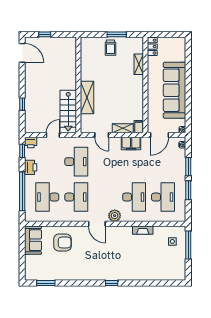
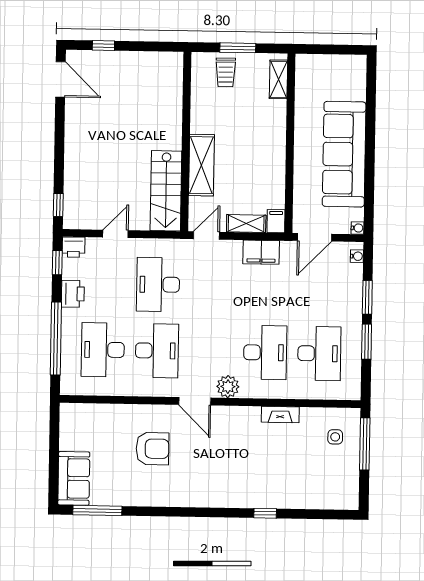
locker: (152, 47) -> (304, 72), removed
shelving: (139, 64) -> (278, 79), moved
wall: (78, 85) -> (186, 141), moved
shelving: (87, 97) -> (201, 165), moved
window: (22, 104) -> (58, 205), moved
stairs: (68, 111) -> (166, 191), moved
door: (102, 135) -> (206, 235), swing flipped
desk: (76, 162) -> (158, 284), turned 180
sofa: (33, 240) -> (74, 478), moved
armchair: (62, 243) -> (152, 449), moved
window: (46, 283) -> (97, 510), width x1.44
window: (112, 283) -> (265, 513), moved

